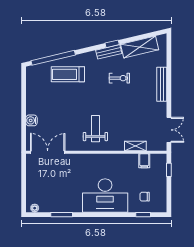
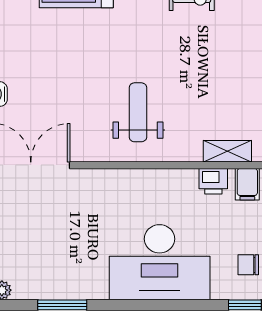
printer: (129, 159) -> (213, 181), added

